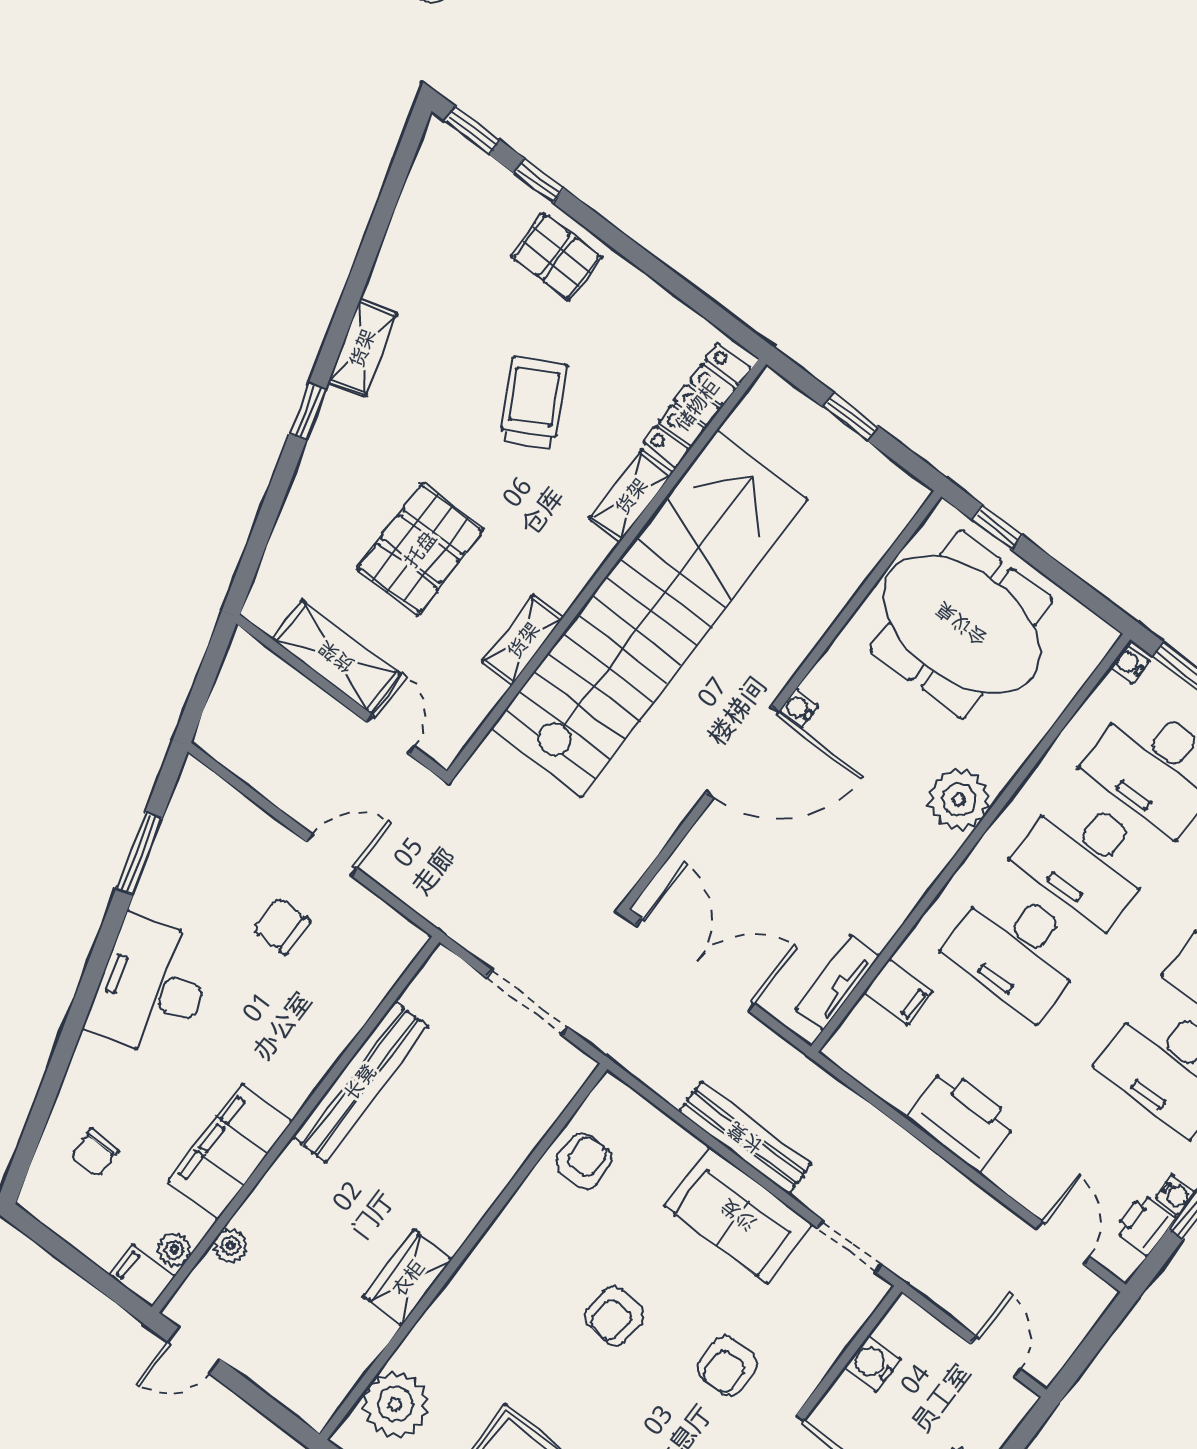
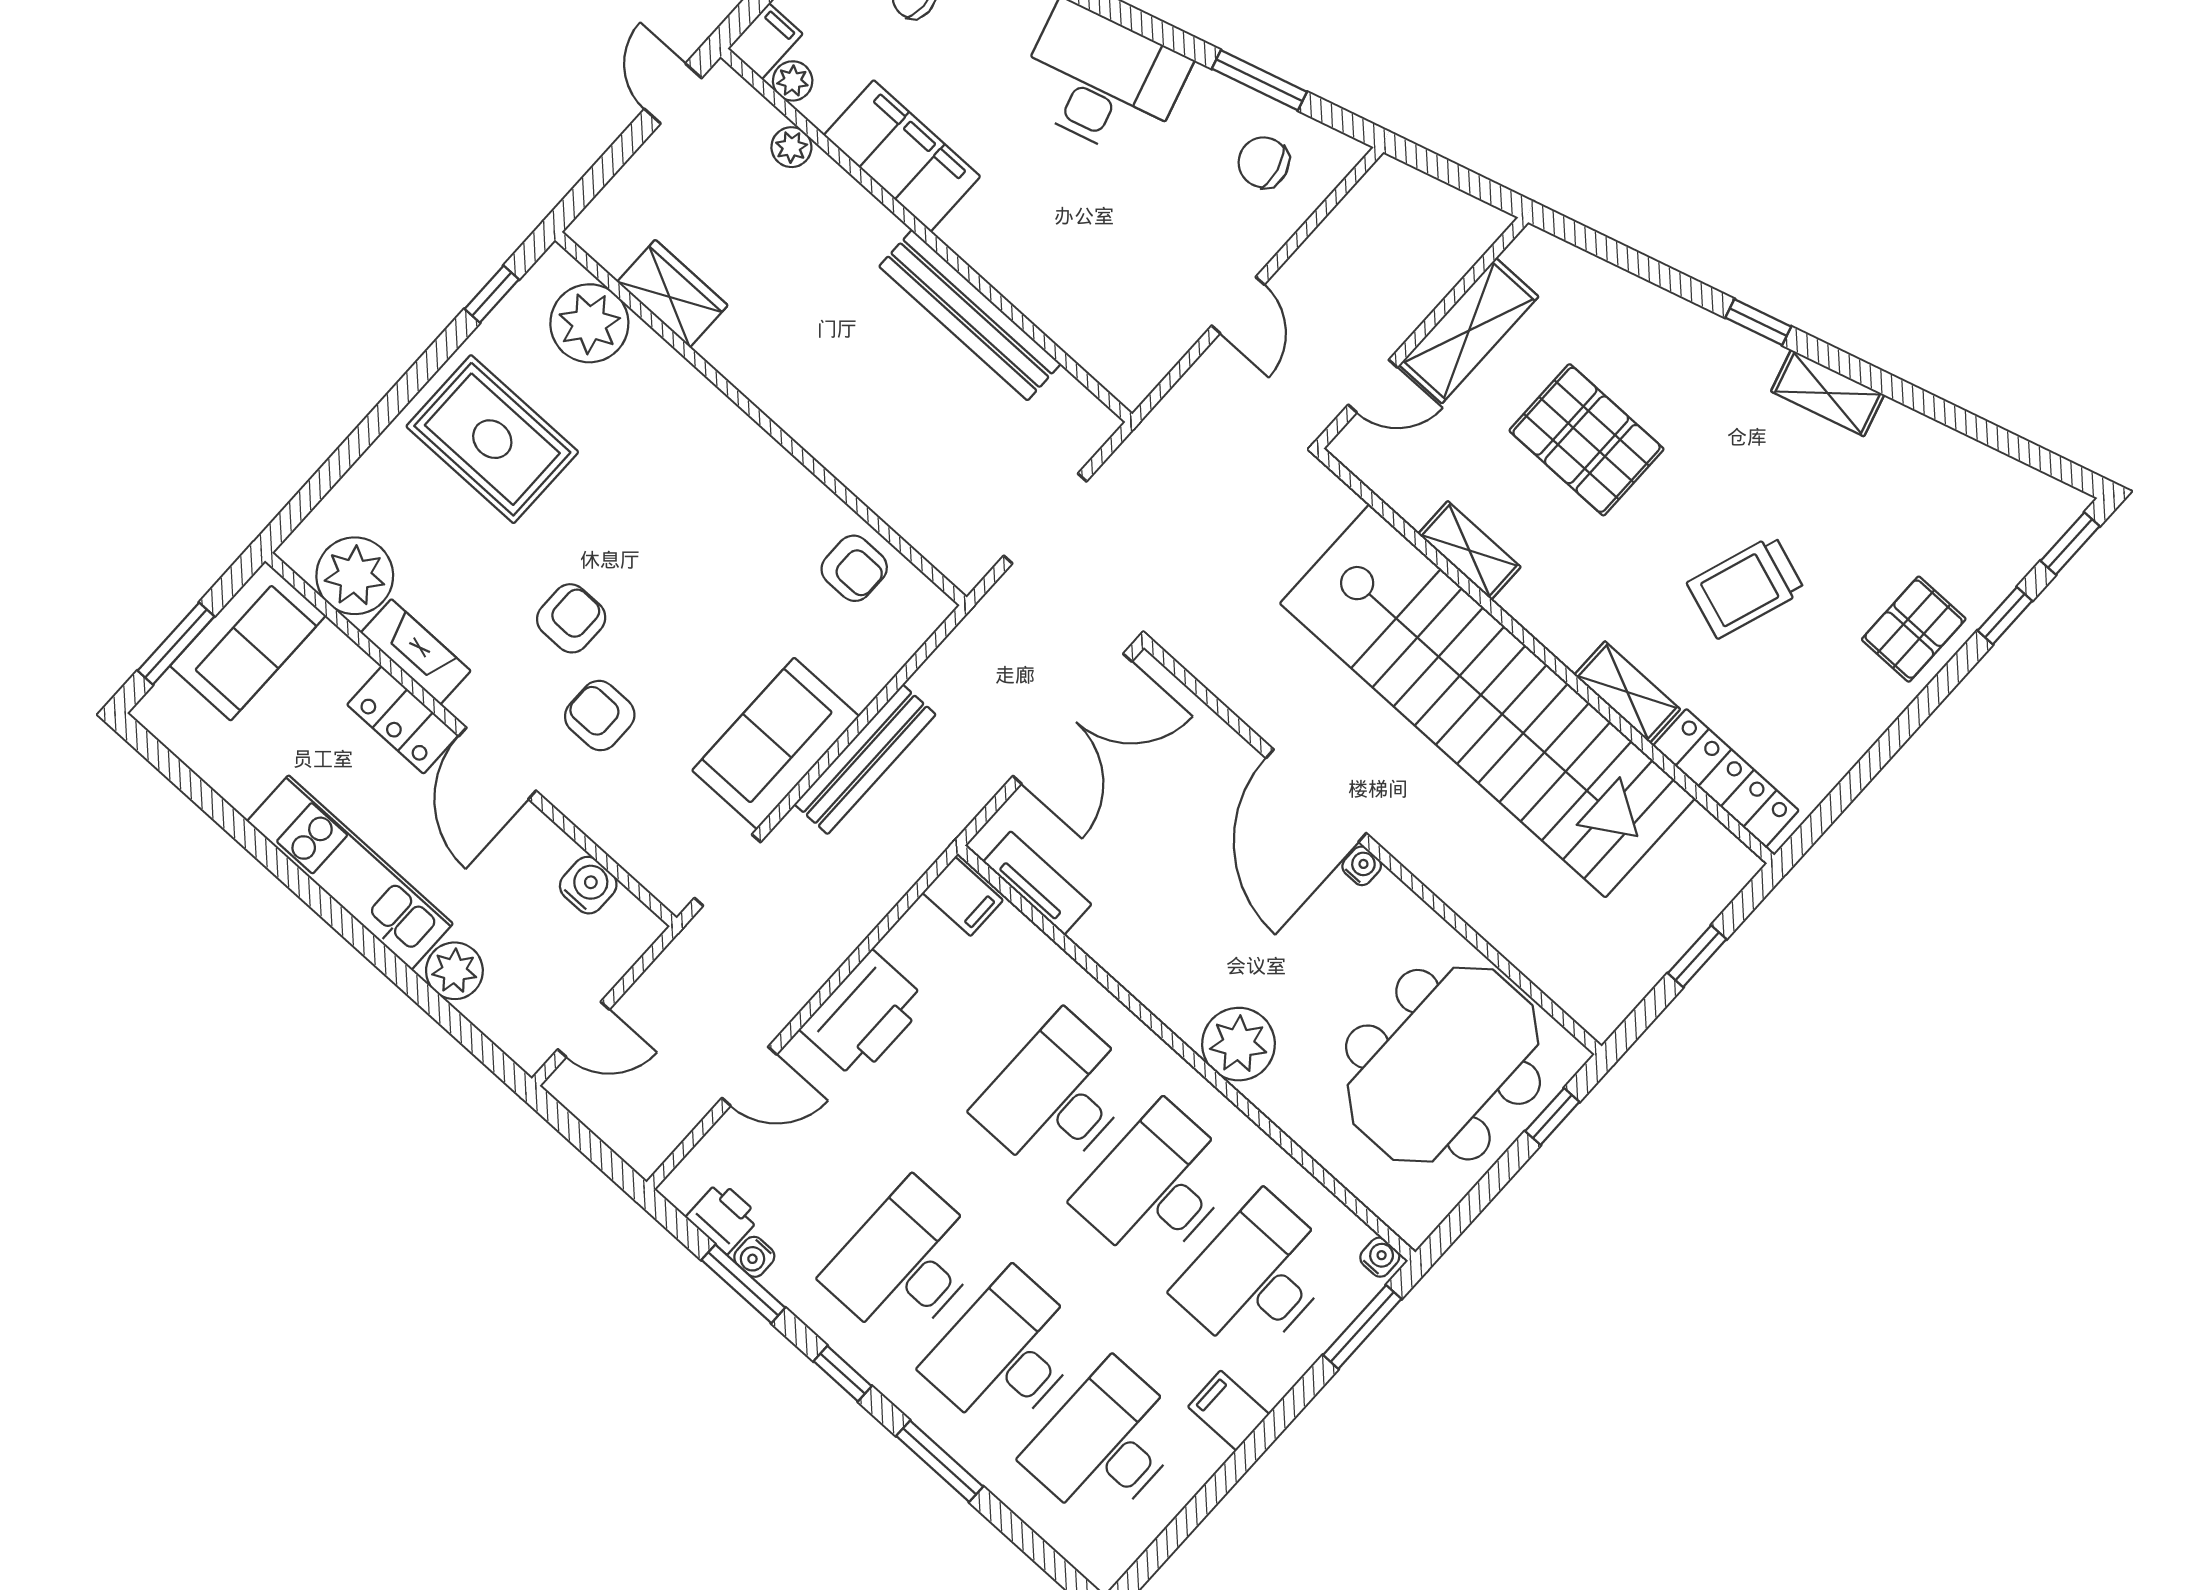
trolley: (533, 403) -> (1746, 587), turned 138
chair: (282, 926) -> (1264, 162), moved, turned -104
filing cabinet: (898, 992) -> (963, 896), moved, turned -90
door: (1063, 1243) -> (749, 1076), moved
wardrobe: (408, 1278) -> (673, 294), moved
armchair: (615, 1316) -> (571, 618), moved, turned 84

